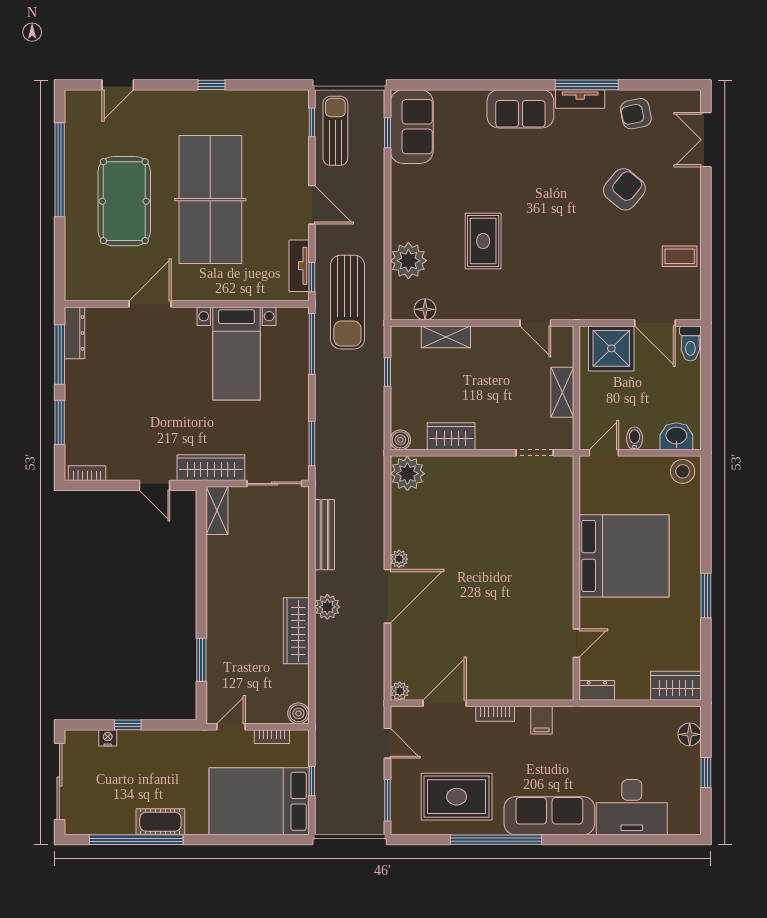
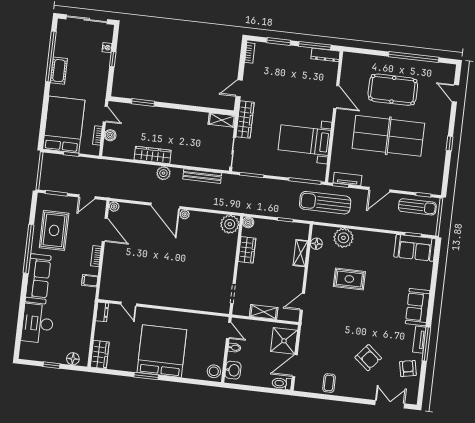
bed: (624, 556) -> (162, 351), moved, turned 180
boiler: (298, 713) -> (110, 135), moved

